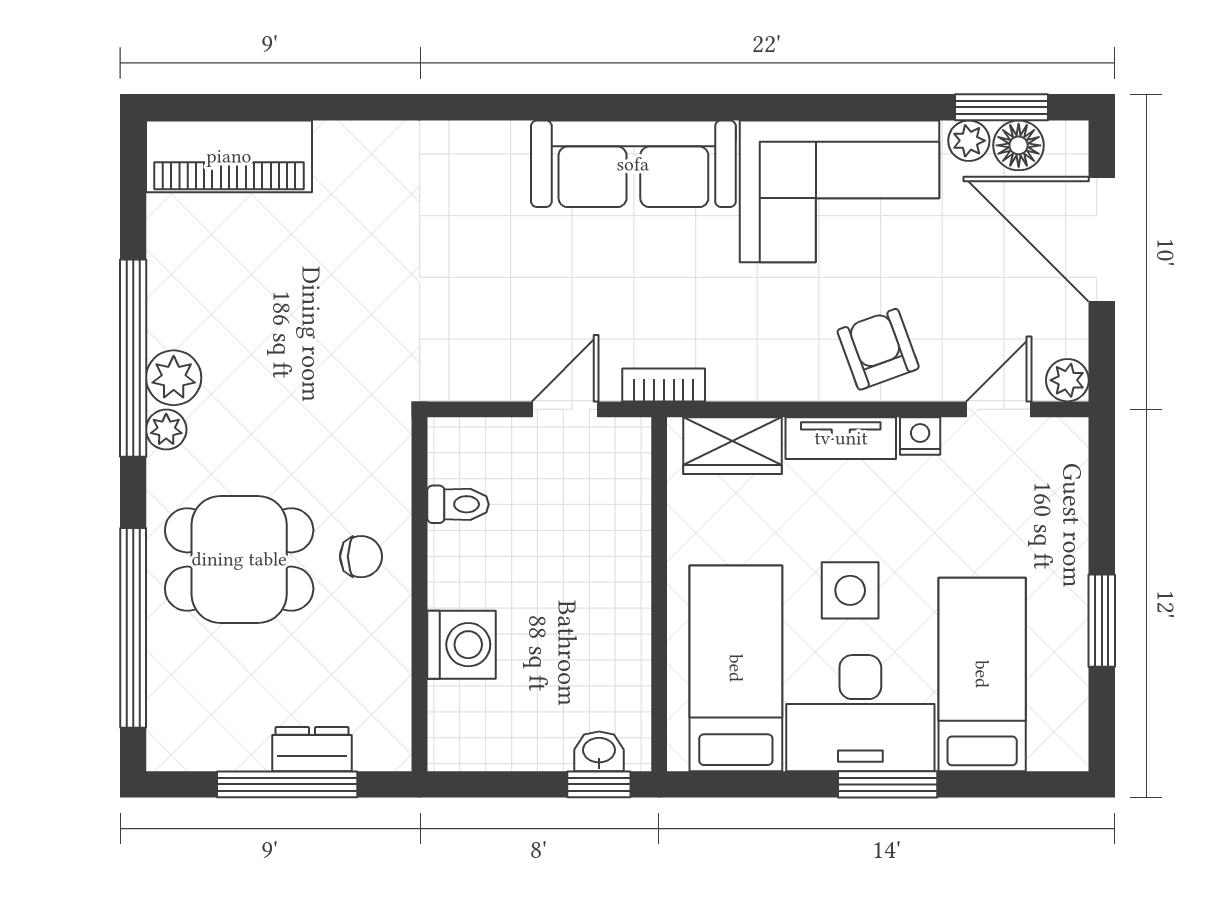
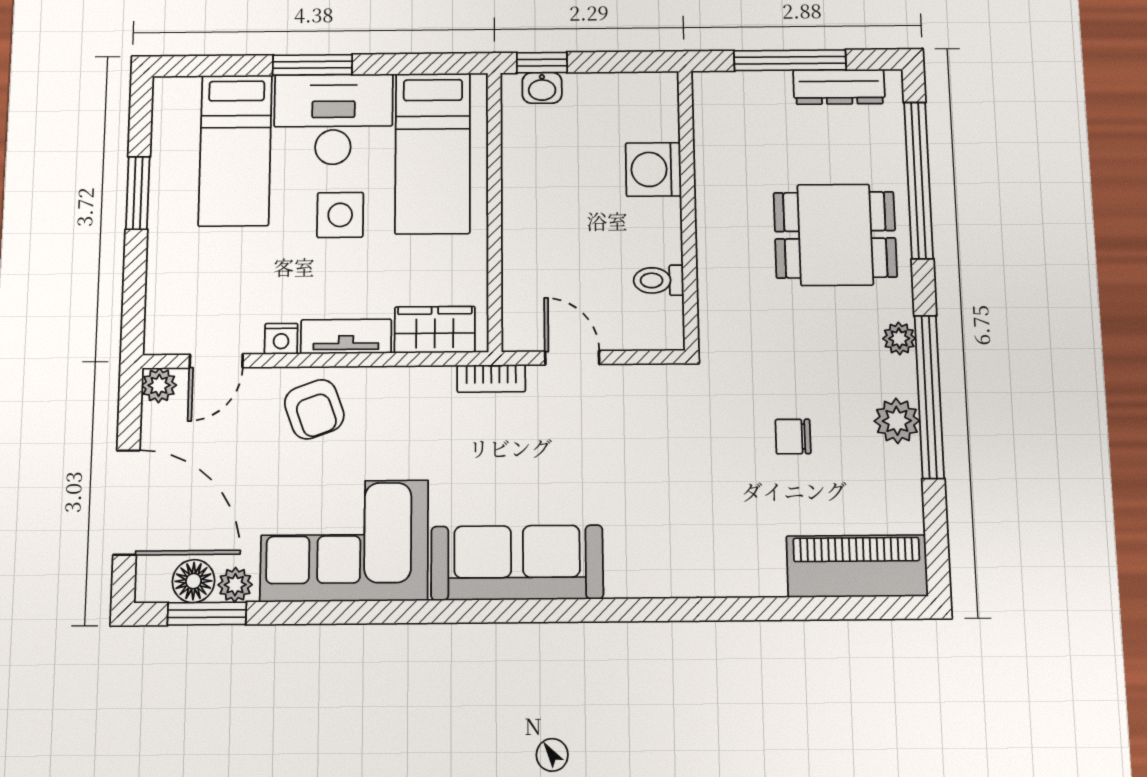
plant: (174, 378) -> (897, 421), moved
door: (565, 409) -> (572, 358), swing flipped
chair: (361, 557) -> (793, 437), moved
dresser: (312, 749) -> (839, 87), moved, width x1.44

